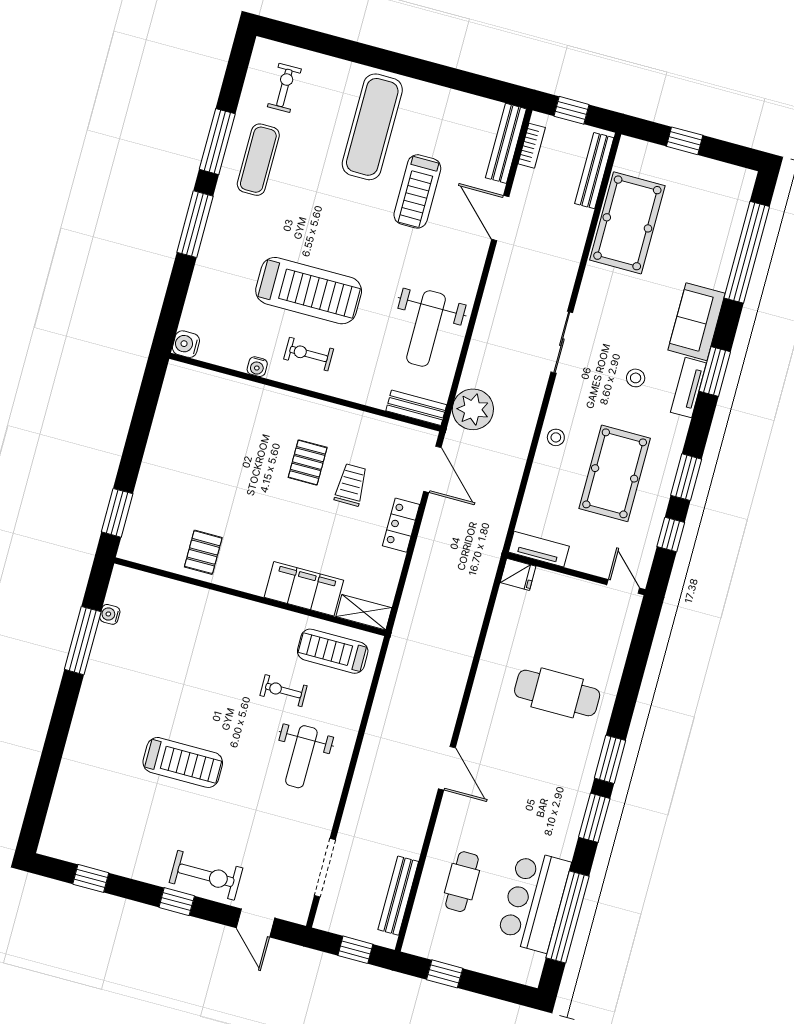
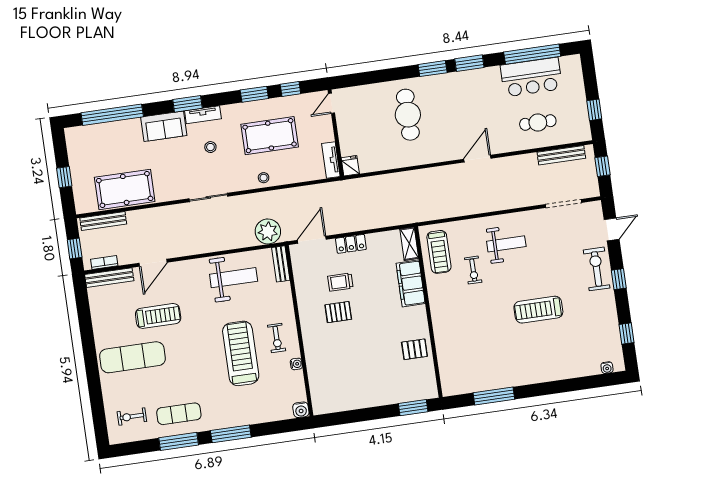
water cooler: (110, 614) -> (607, 368), moved
treadmill: (183, 762) -> (538, 310), turned -90

